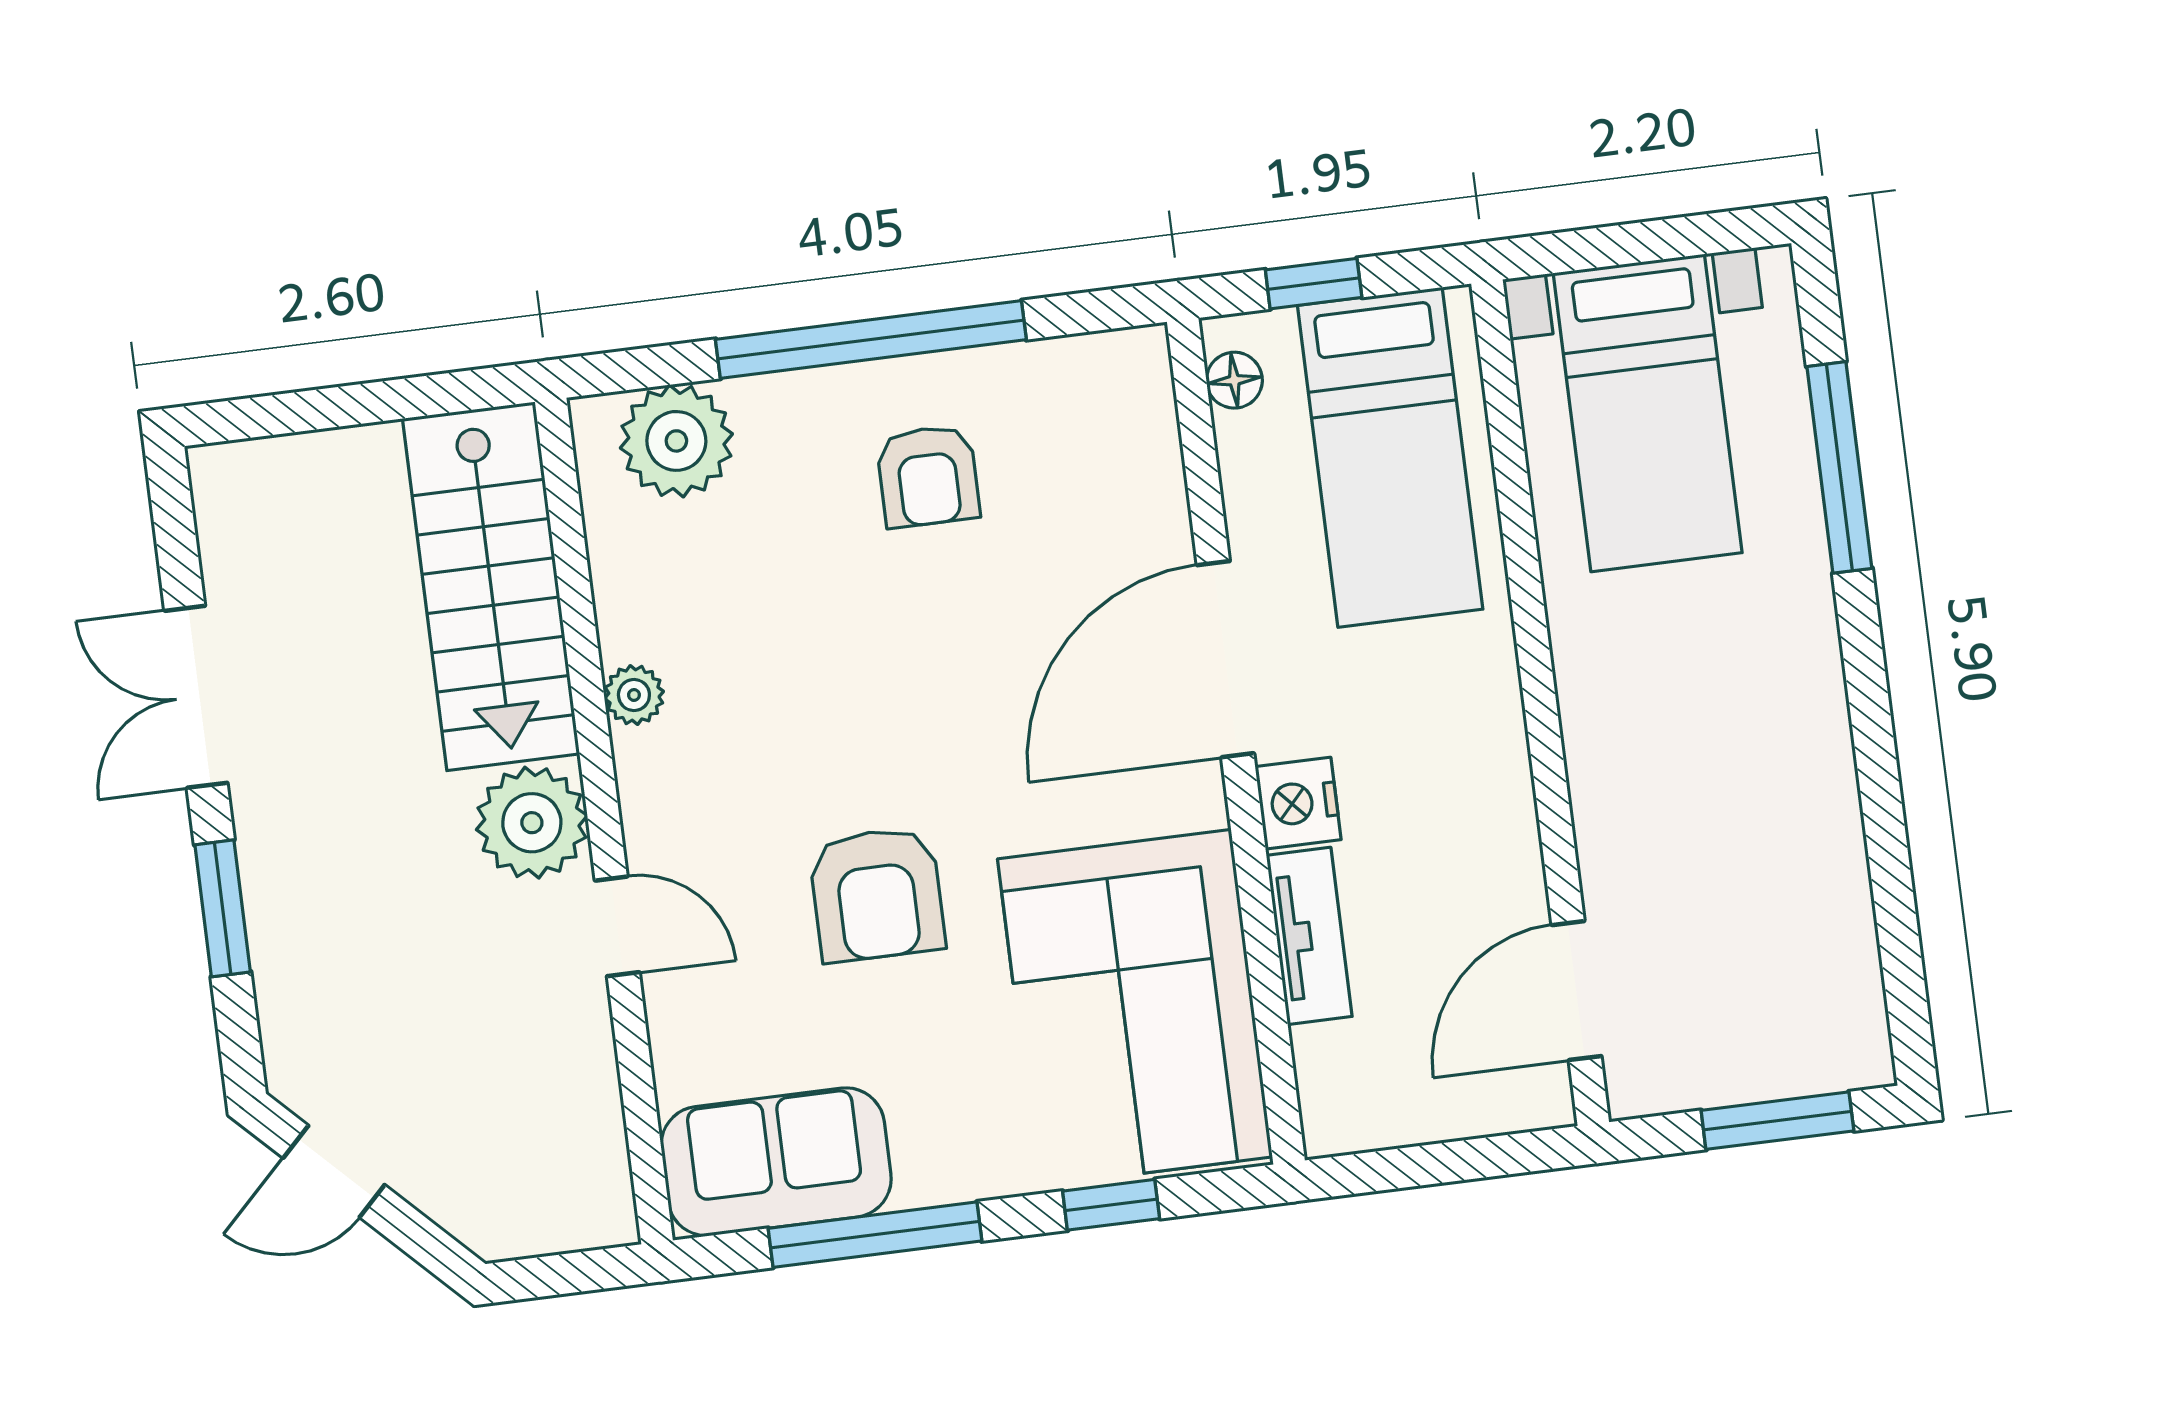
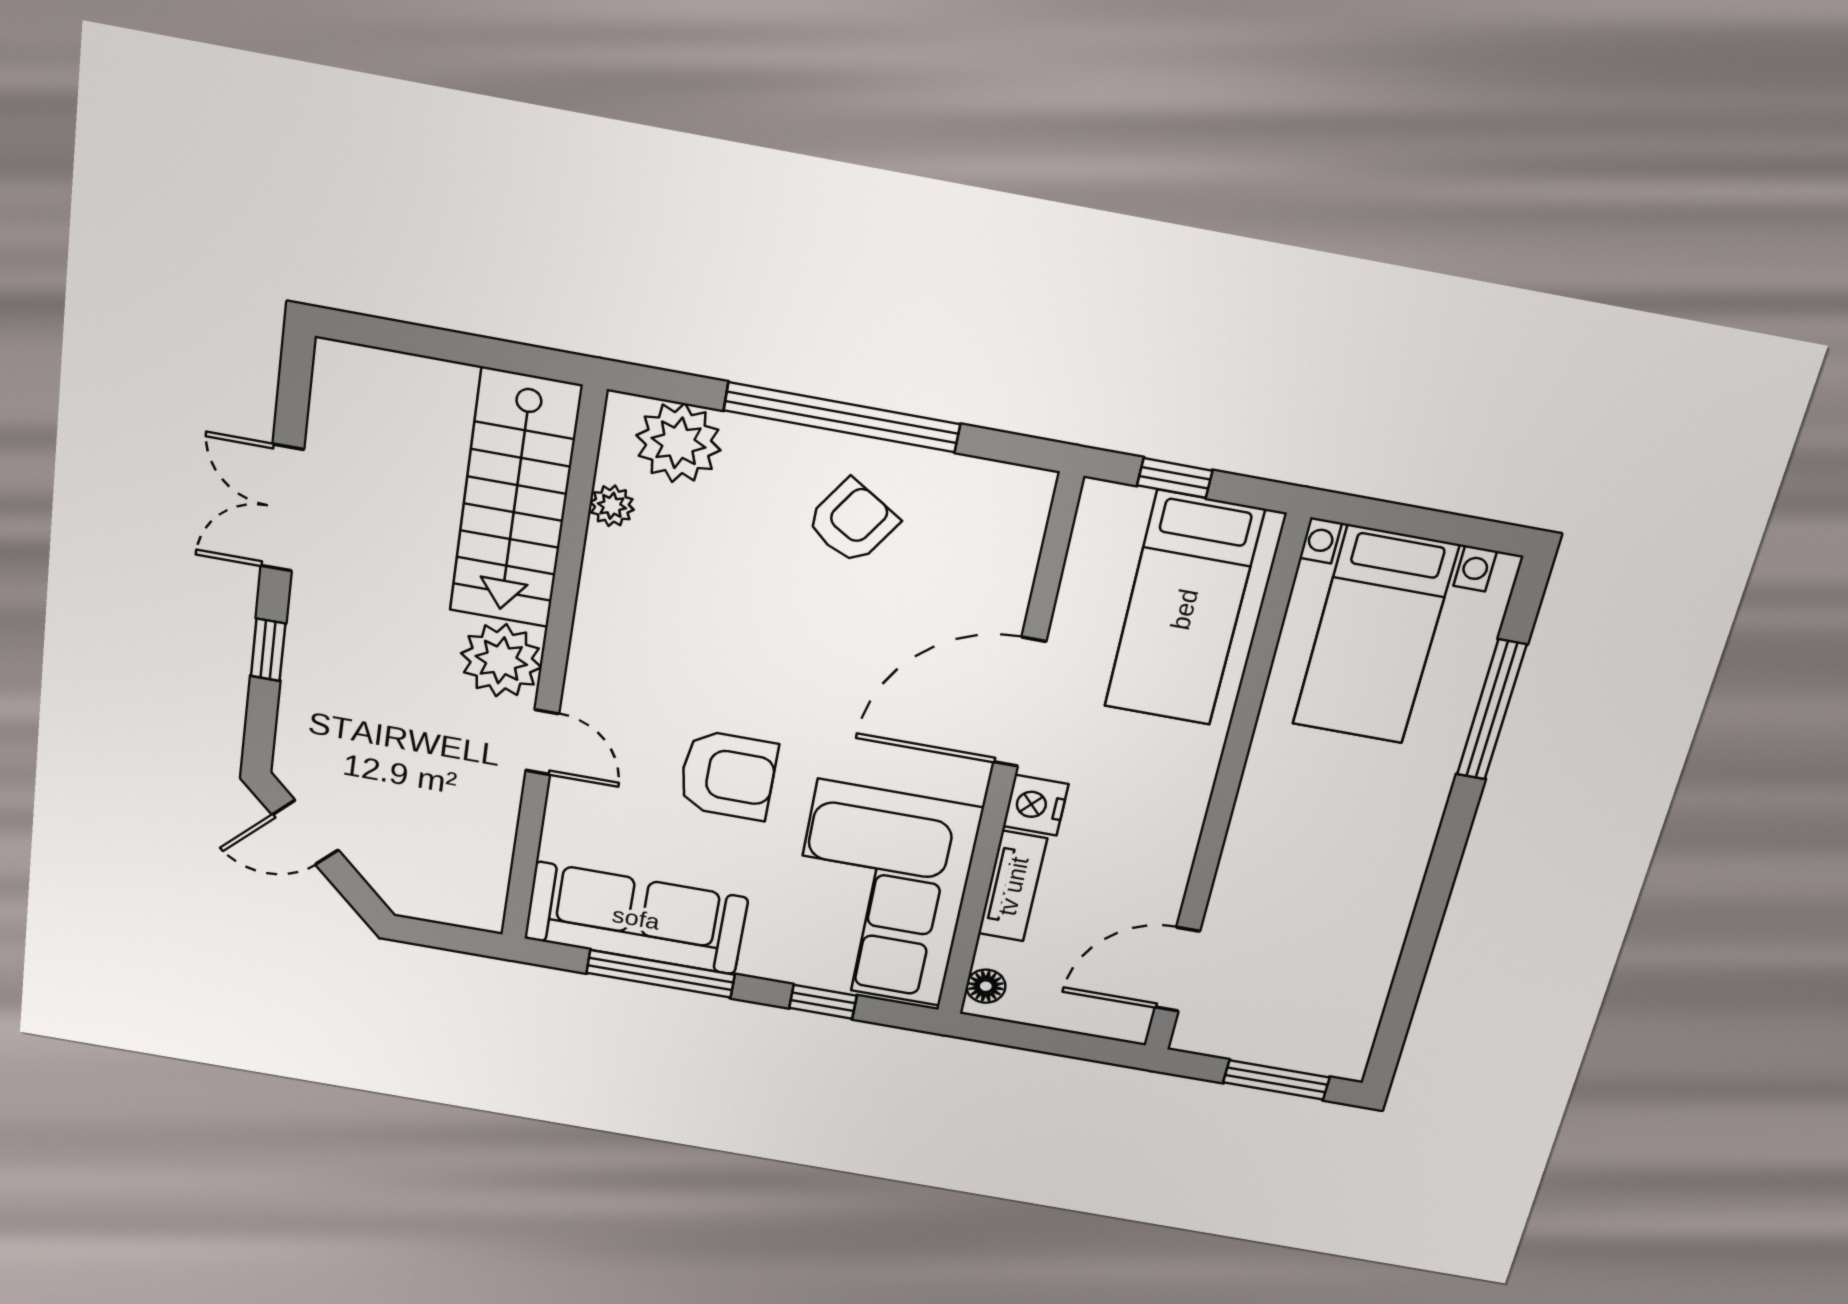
floor lamp: (1234, 380) -> (986, 986), moved
armchair: (928, 476) -> (852, 522), turned -147
plant: (634, 695) -> (612, 506), moved
armchair: (877, 894) -> (728, 775), turned -90
window: (223, 908) -> (268, 650), width x0.67
sofa: (776, 1162) -> (636, 918), width x1.36

